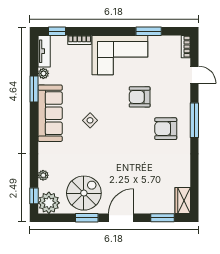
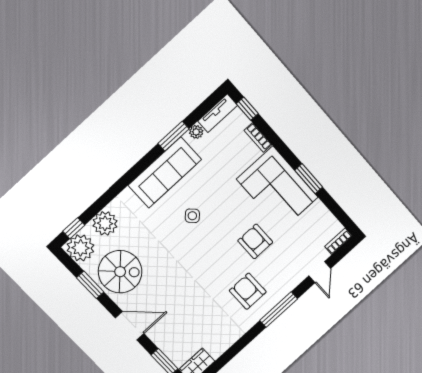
window: (149, 31) -> (309, 179), moved
plant: (43, 175) -> (105, 223), width x1.88, depth x1.88
window: (87, 218) -> (90, 285), moved

